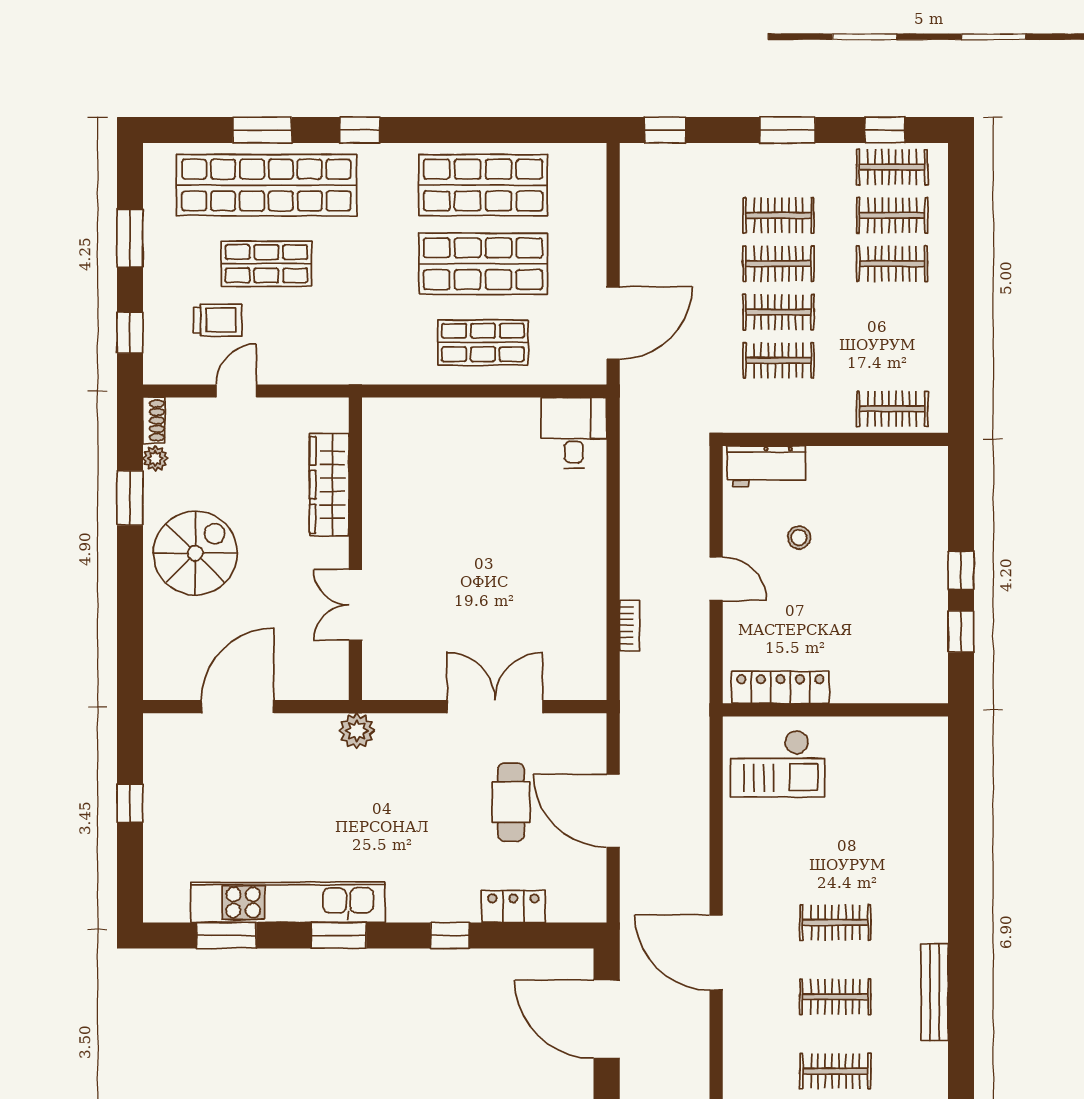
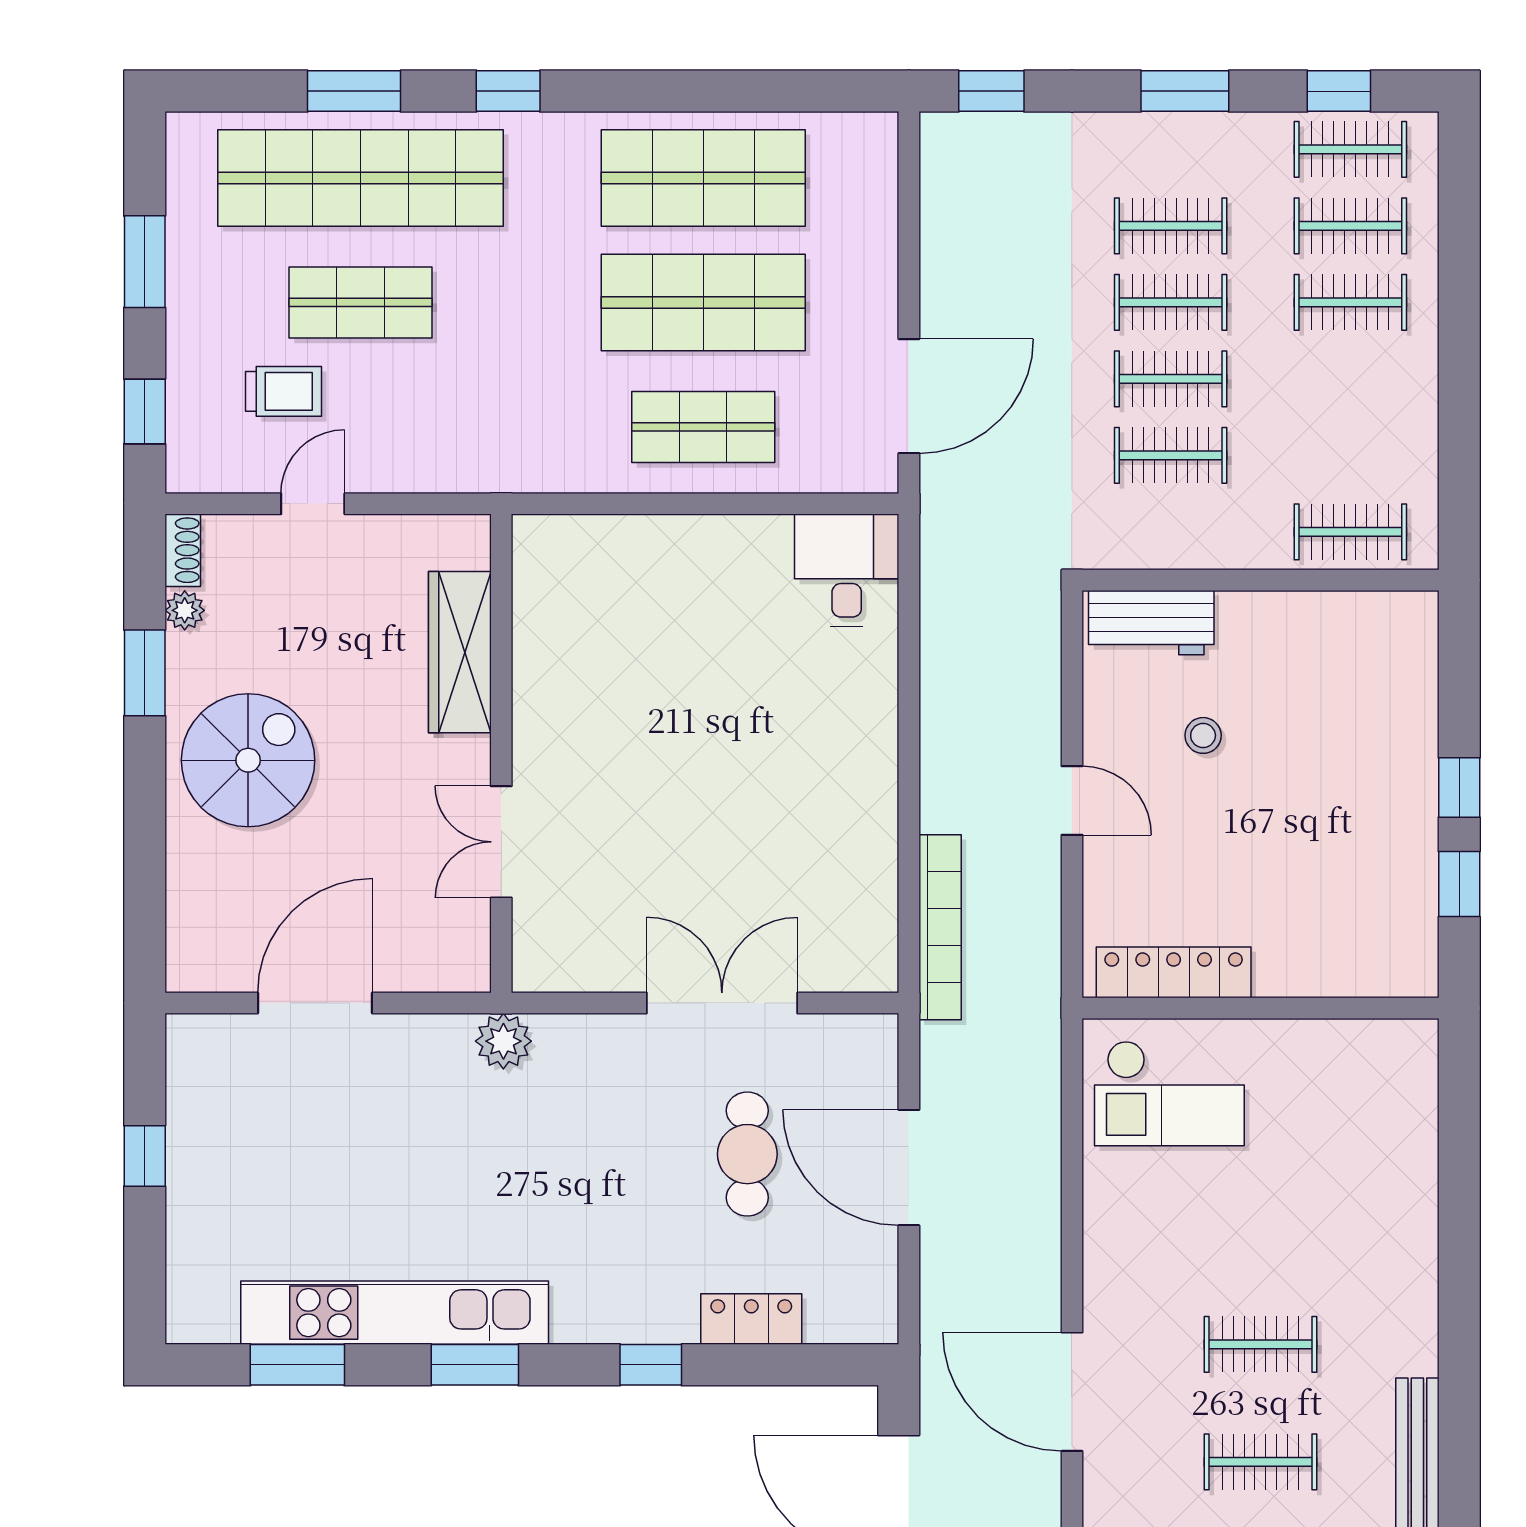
bookcase: (630, 625) -> (940, 927), width x2.31, depth x1.31

